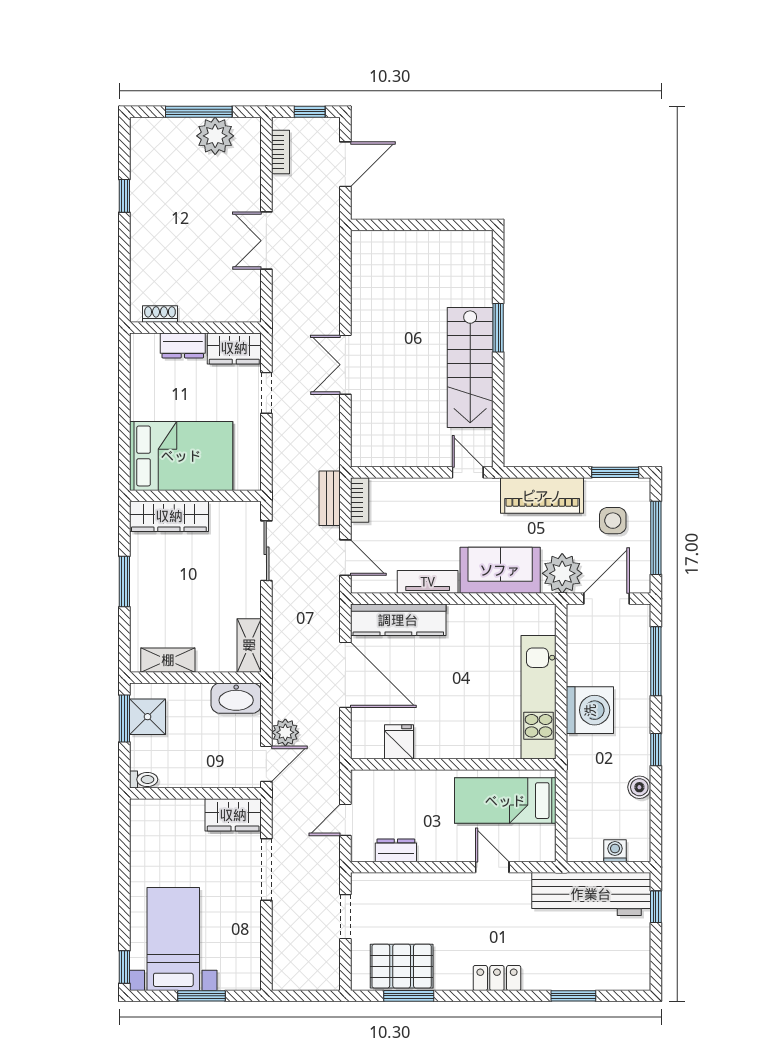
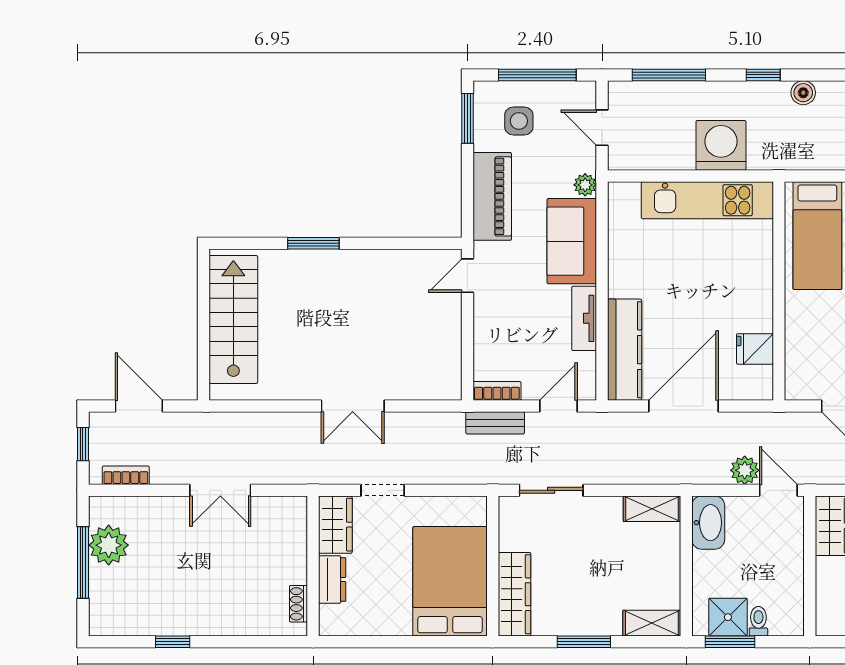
stairs: (470, 368) -> (233, 319), moved, turned -90
plant: (562, 573) -> (585, 185), width x0.53, depth x0.53
door: (607, 599) -> (602, 128), width x0.73
shelving: (168, 660) -> (652, 623), moved, turned 90
toilet: (144, 779) -> (758, 621), moved

